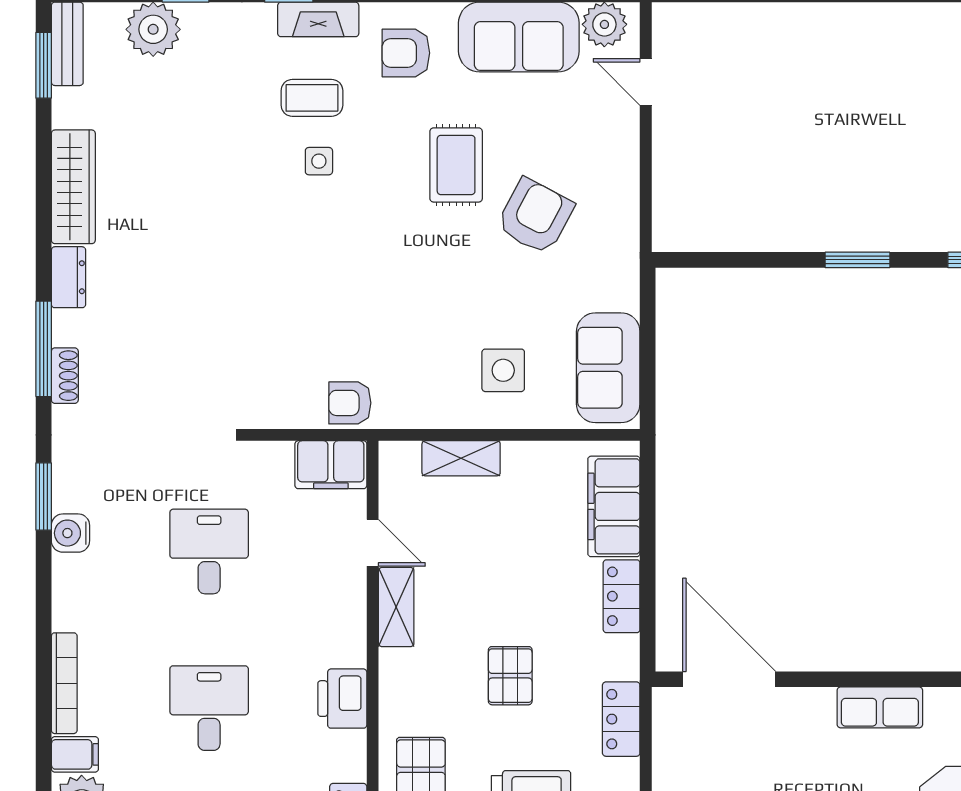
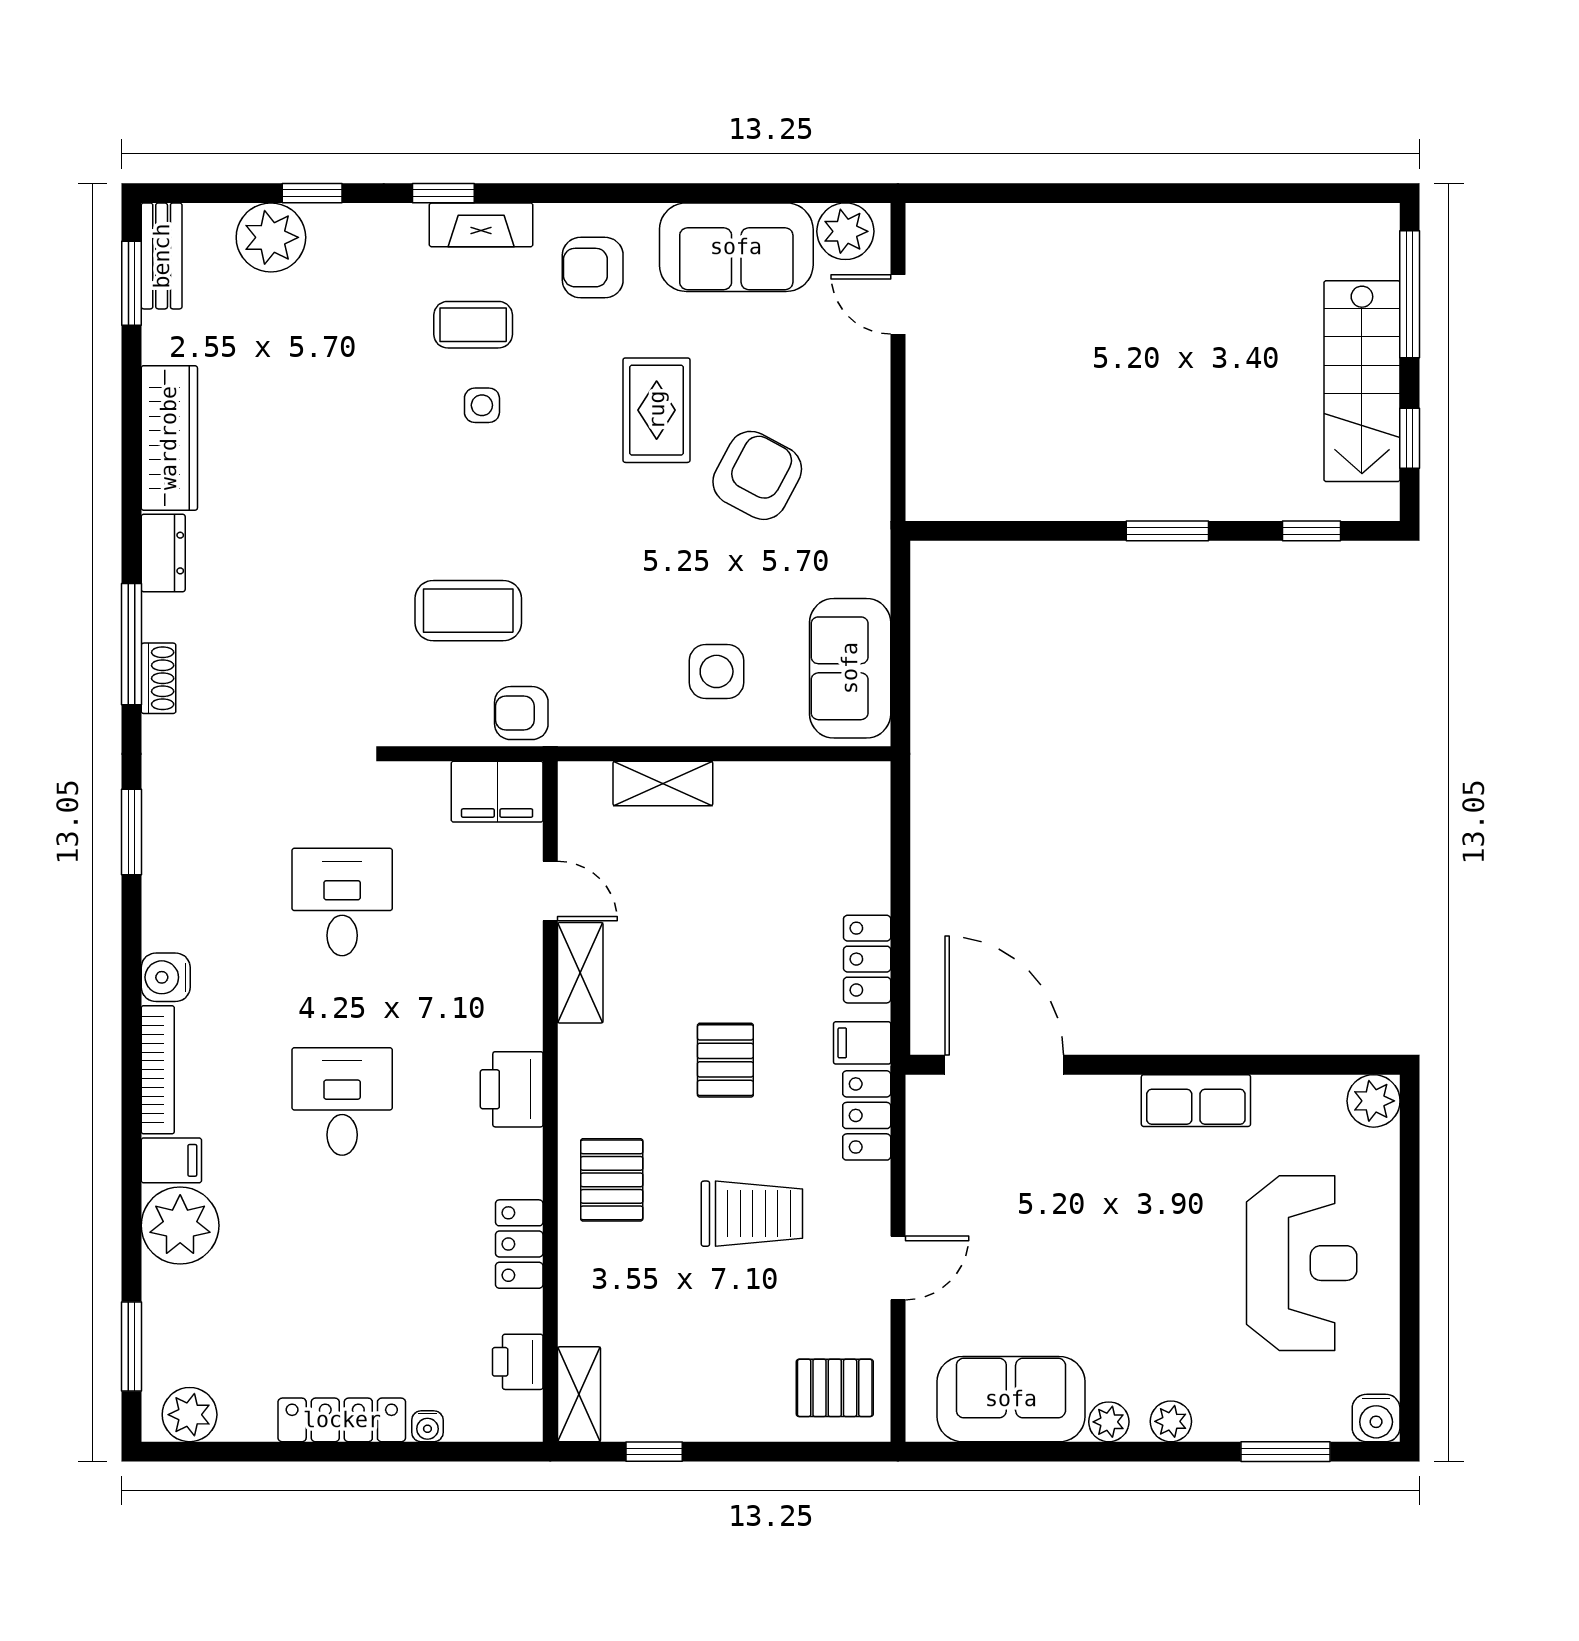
coffee table: (308, 323) -> (468, 611), added
filing cabinet: (614, 506) -> (862, 1043), moved, width x0.33, depth x0.86
water cooler: (70, 533) -> (166, 977), moved

